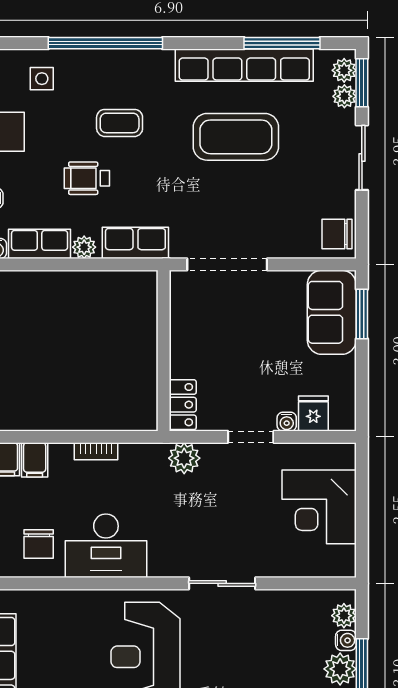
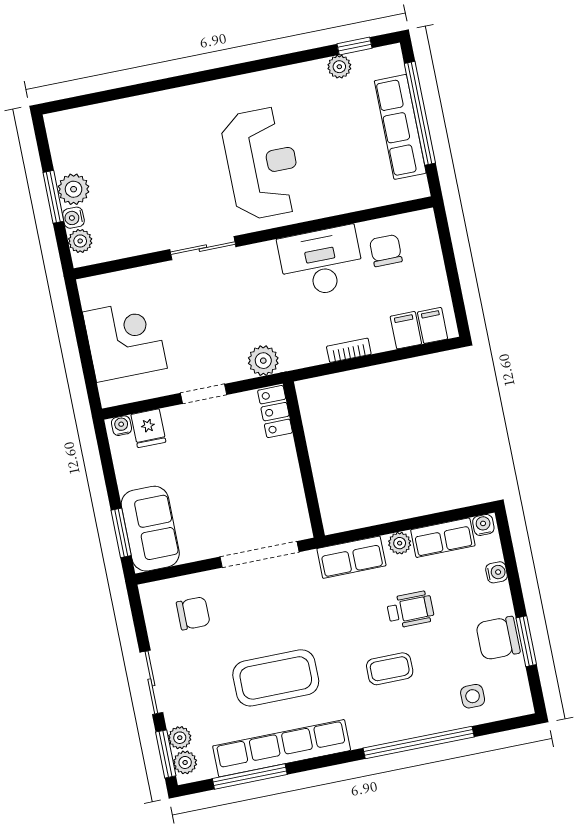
chair: (337, 234) -> (193, 613), moved
water cooler: (287, 422) -> (121, 426), moved

